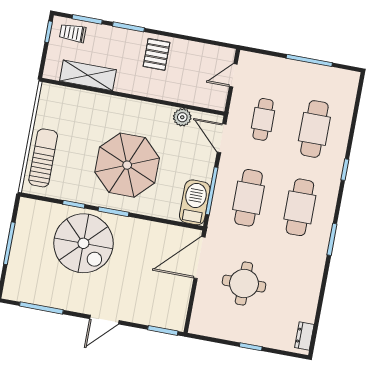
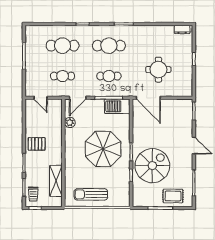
sun lounger: (43, 158) -> (91, 194), moved
cafe table: (248, 198) -> (109, 76), width x0.73, depth x0.74
rug: (26, 268) -> (173, 196), added

